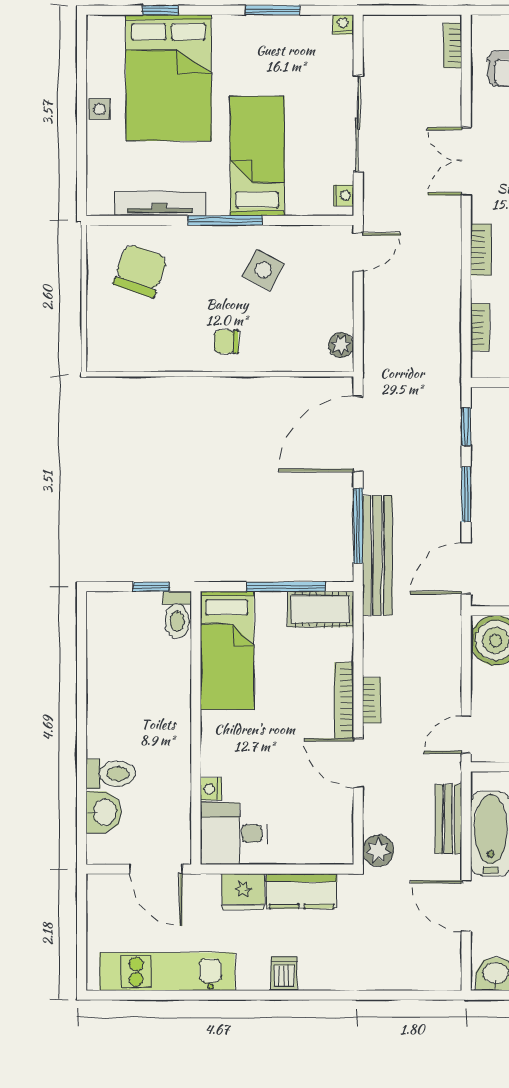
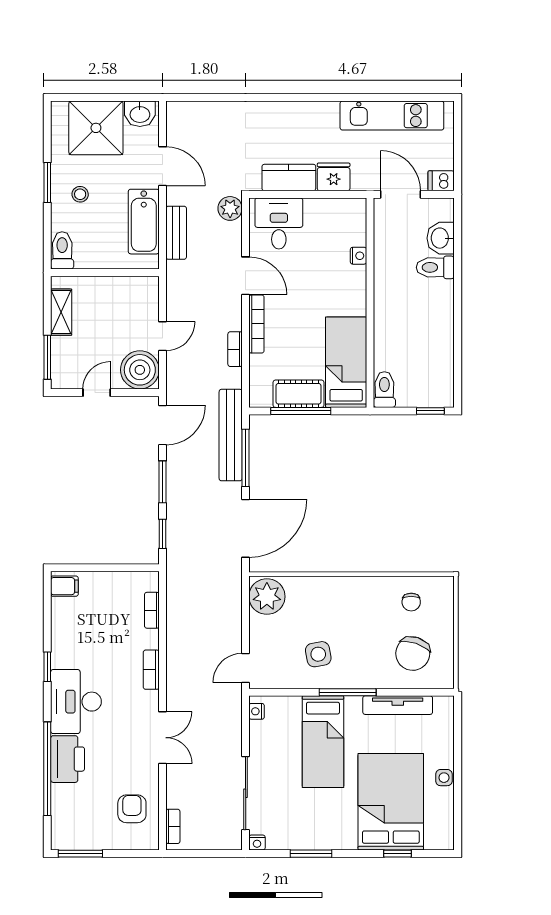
sliding door: (358, 124) -> (246, 793), moved
side table: (263, 270) -> (318, 654), turned -38
chair: (226, 342) -> (411, 602), moved, turned 90
plant: (341, 345) -> (267, 597), width x1.87, depth x1.87
window: (151, 587) -> (430, 411), moved
cot: (320, 609) -> (298, 394), moved
bookcase: (372, 700) -> (235, 349), moved
door: (466, 735) -> (163, 336), moved
desk: (234, 834) -> (279, 223), moved, turned -90
dishwasher: (284, 974) -> (441, 181), moved, turned 90

